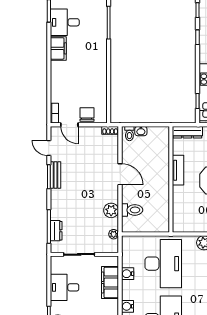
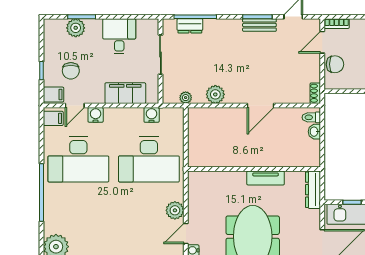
toilet: (132, 210) -> (216, 121), removed
water cooler: (128, 274) -> (152, 115), moved

